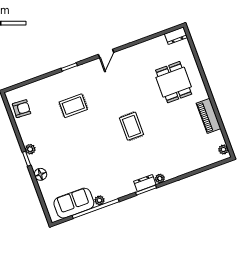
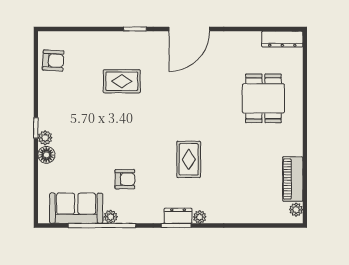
dresser: (176, 36) -> (282, 39), width x1.44
door: (106, 53) -> (189, 29), width x1.88
piano: (209, 116) -> (293, 179), moved
rug: (132, 126) -> (189, 159), moved
plant: (30, 149) -> (45, 138), moved
armchair: (100, 171) -> (125, 179), added

